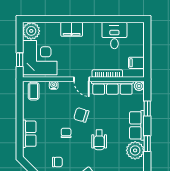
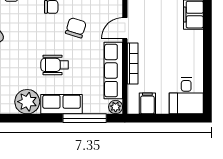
desk: (114, 35) -> (186, 96), moved, turned 90
window: (147, 108) -> (85, 118), width x2.17
wheelchair: (99, 140) -> (55, 65), moved
window: (147, 144) -> (36, 118), removed

